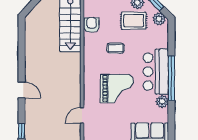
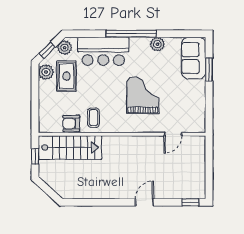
coffee table: (116, 48) -> (94, 118), moved
bar counter: (156, 72) -> (103, 51), moved
door: (82, 115) -> (173, 134), hinge flipped

